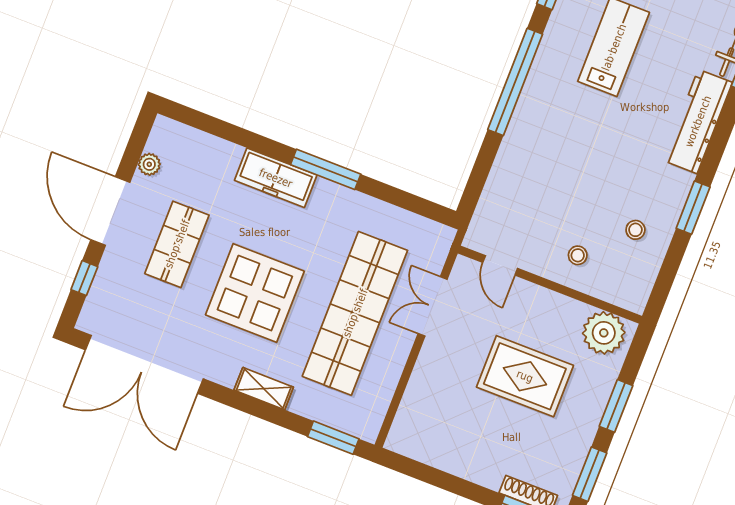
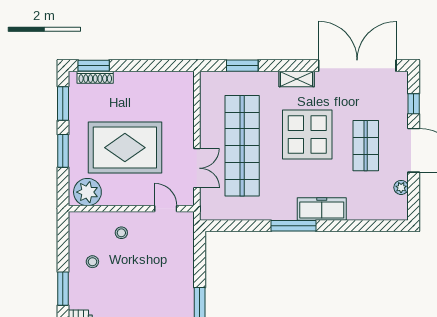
rug: (525, 376) -> (125, 148), width x1.37, depth x1.44
shelving: (264, 389) -> (297, 79), moved
window: (333, 438) -> (242, 66), moved

